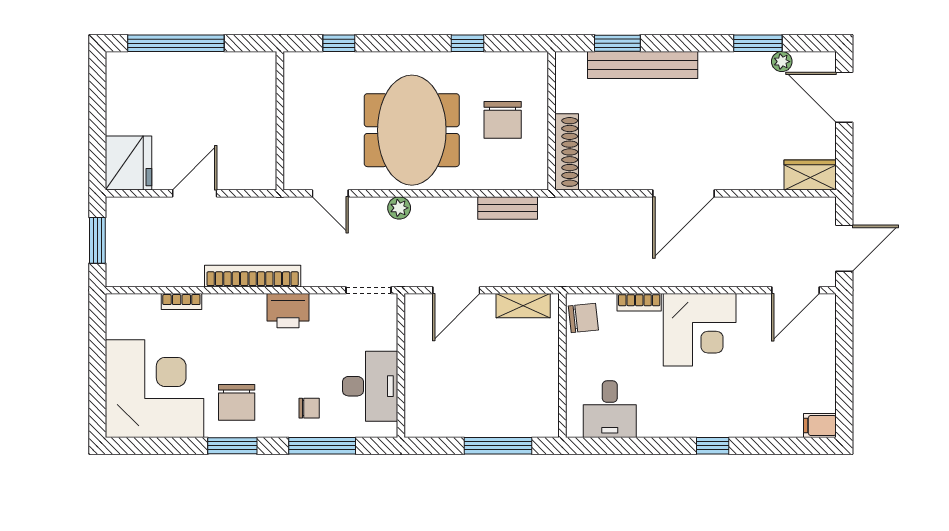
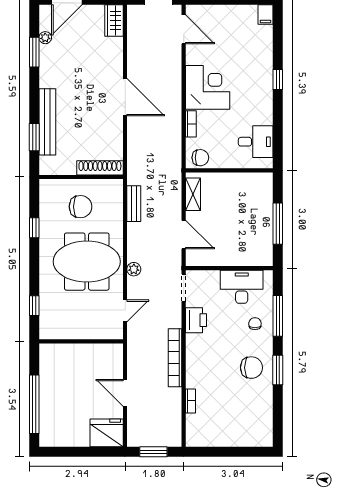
printer: (288, 311) -> (196, 320), moved
chair: (583, 318) -> (200, 158), turned 96
corner desk: (154, 389) -> (243, 417), removed
window: (498, 446) -> (278, 224), moved

